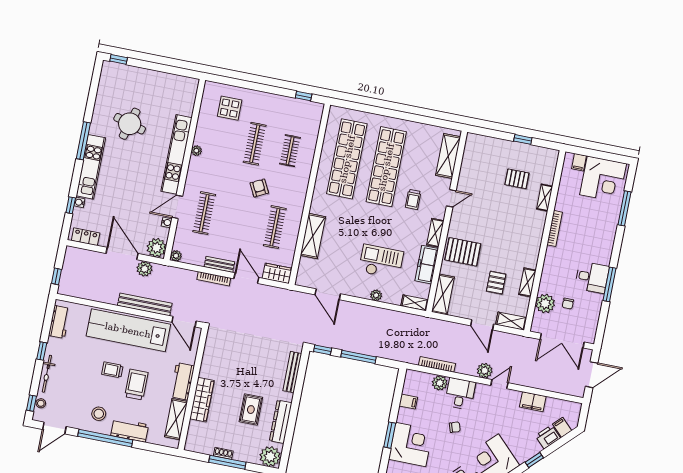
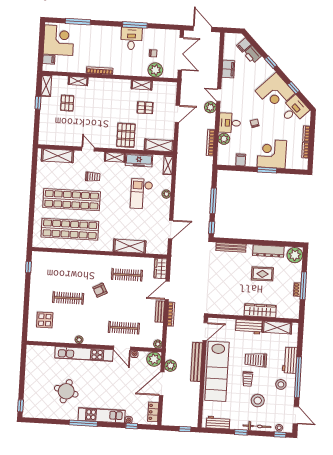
clothes rail: (290, 151) -> (70, 272), removed
shelving: (511, 321) -> (46, 86), moved
stool: (81, 380) -> (258, 401), added

